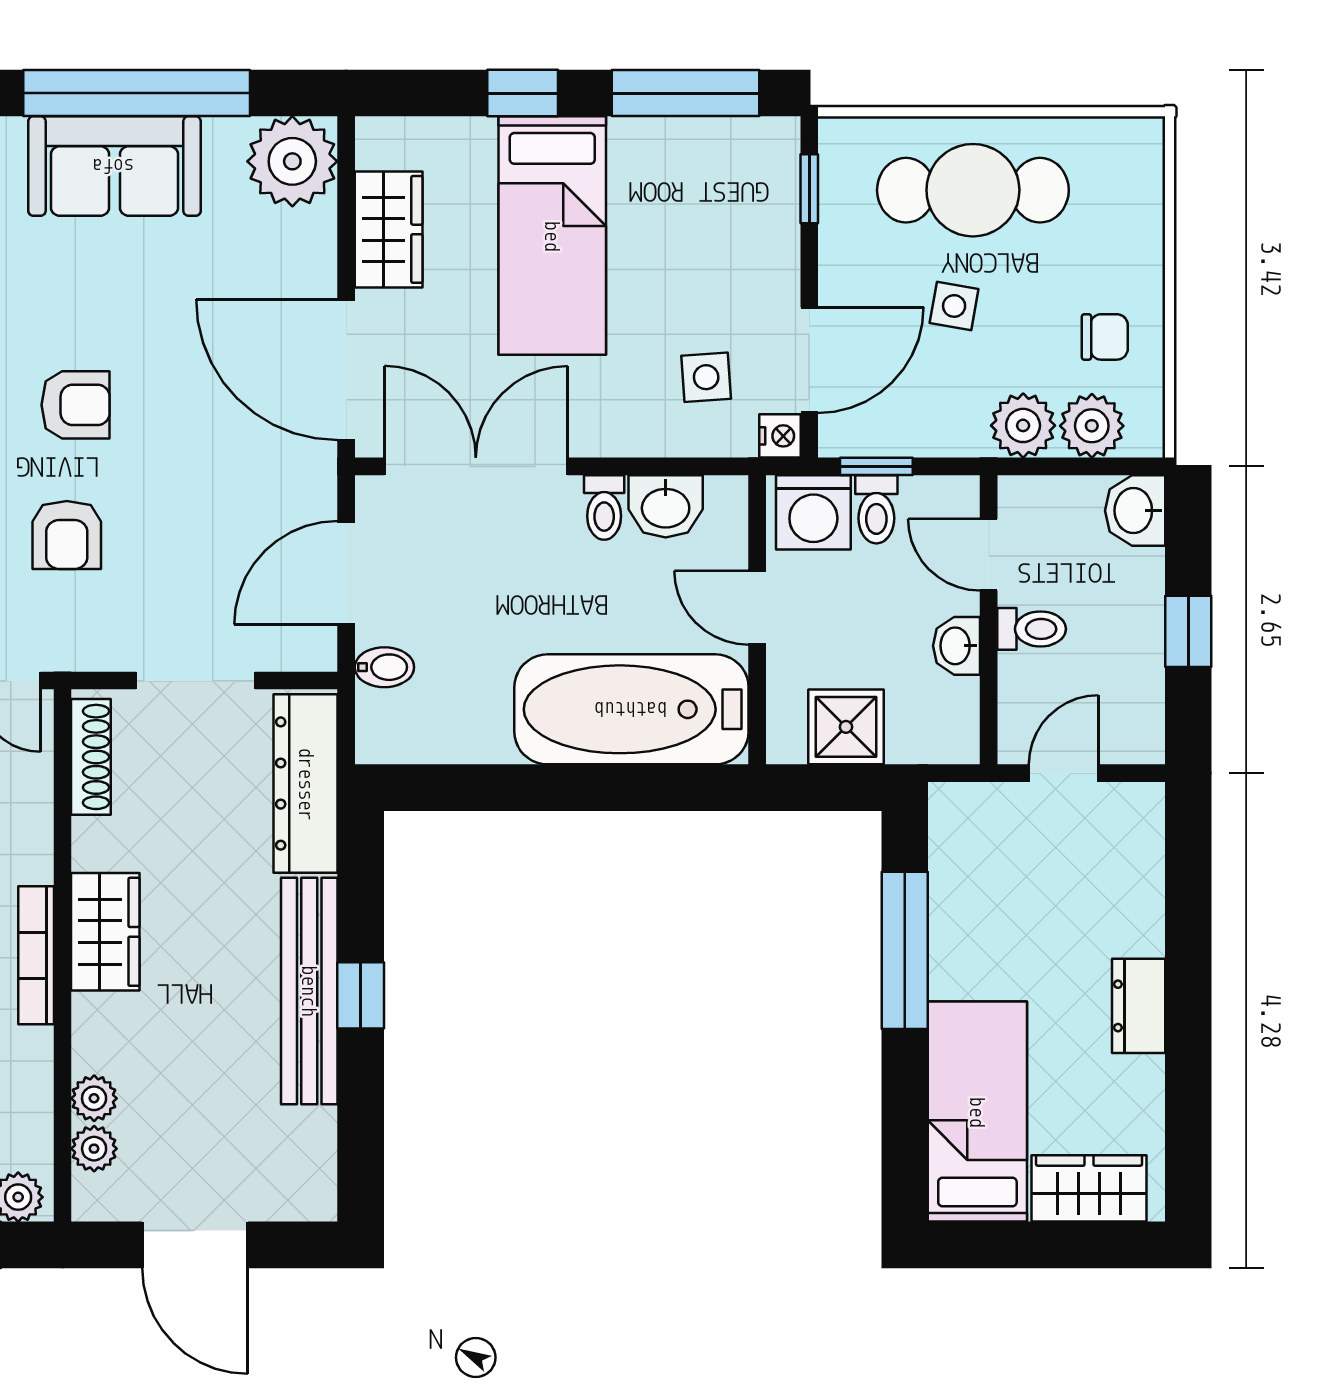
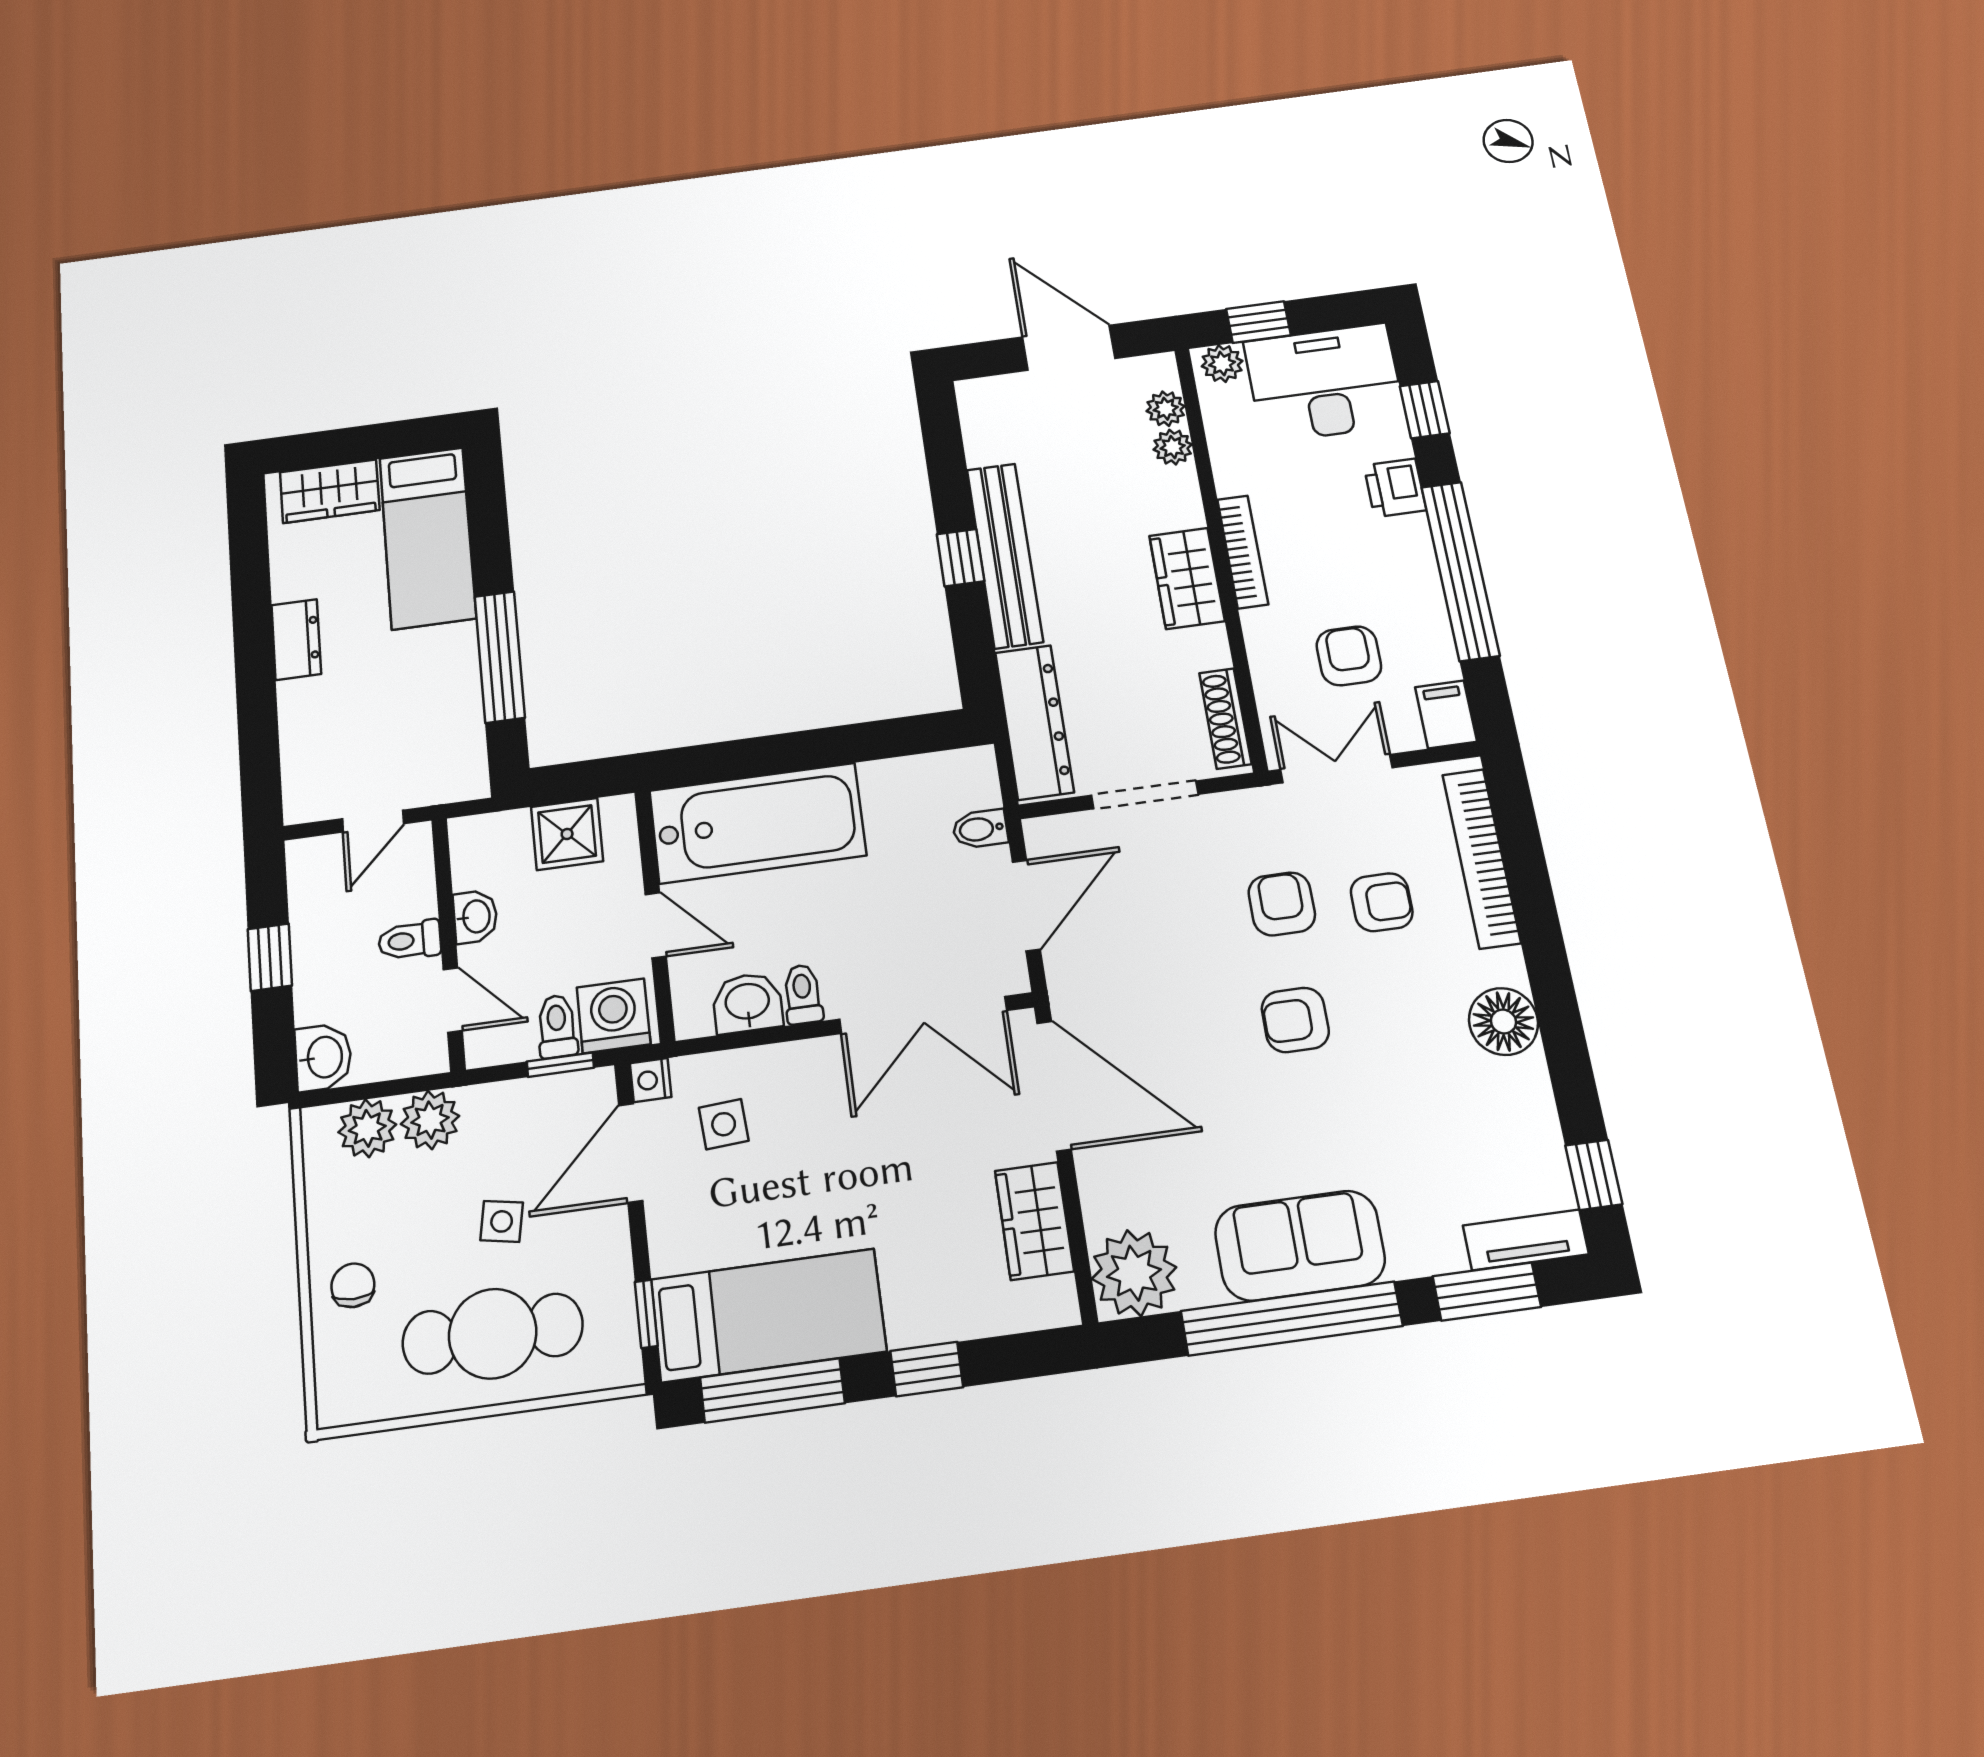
bed: (552, 236) -> (768, 1315), moved, turned 90
chair: (1105, 337) -> (353, 1285), moved, turned 90

